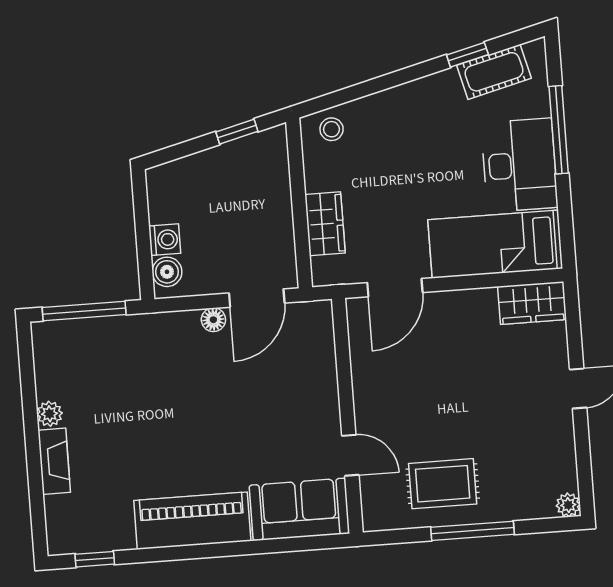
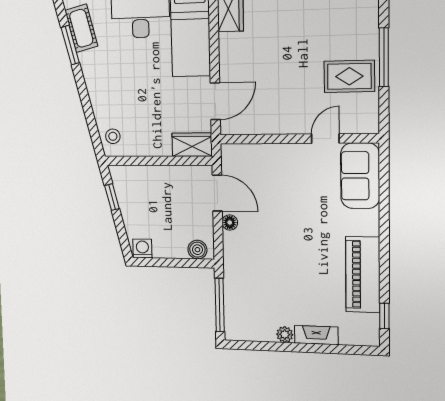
window: (467, 55) -> (70, 45), width x1.50
wardrobe: (325, 224) -> (192, 145), moved
washing machine: (165, 240) -> (142, 248), moved
door: (395, 288) -> (215, 101), hinge flipped
rug: (443, 484) -> (349, 76), turned 90
piano: (192, 521) -> (363, 275), moved

